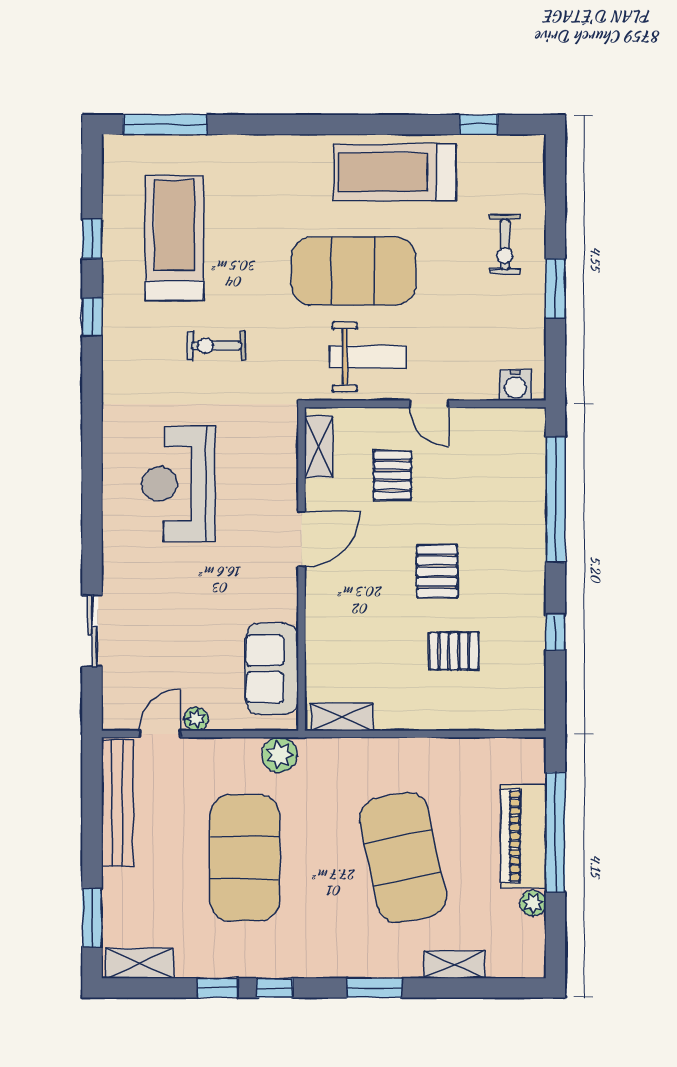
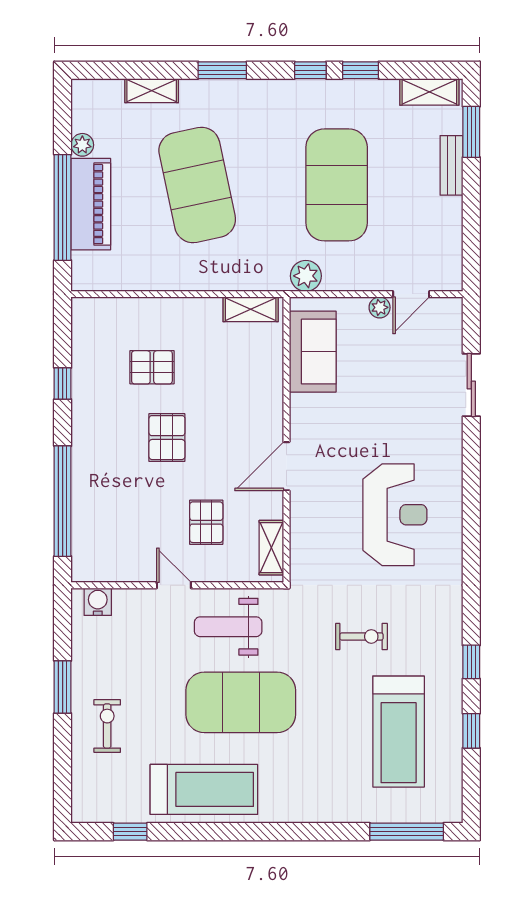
bench: (117, 803) -> (451, 165), moved, width x0.54, depth x0.82

